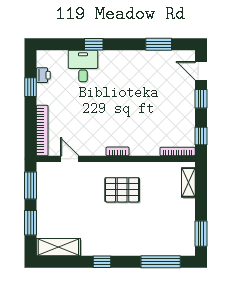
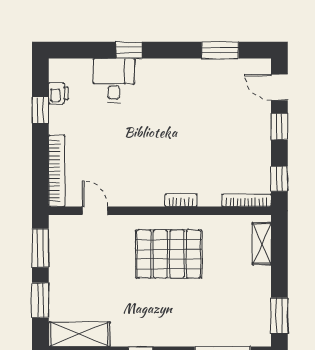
bookcase: (118, 151) -> (181, 200), moved
pallet: (122, 190) -> (169, 254), width x1.37, depth x1.41

